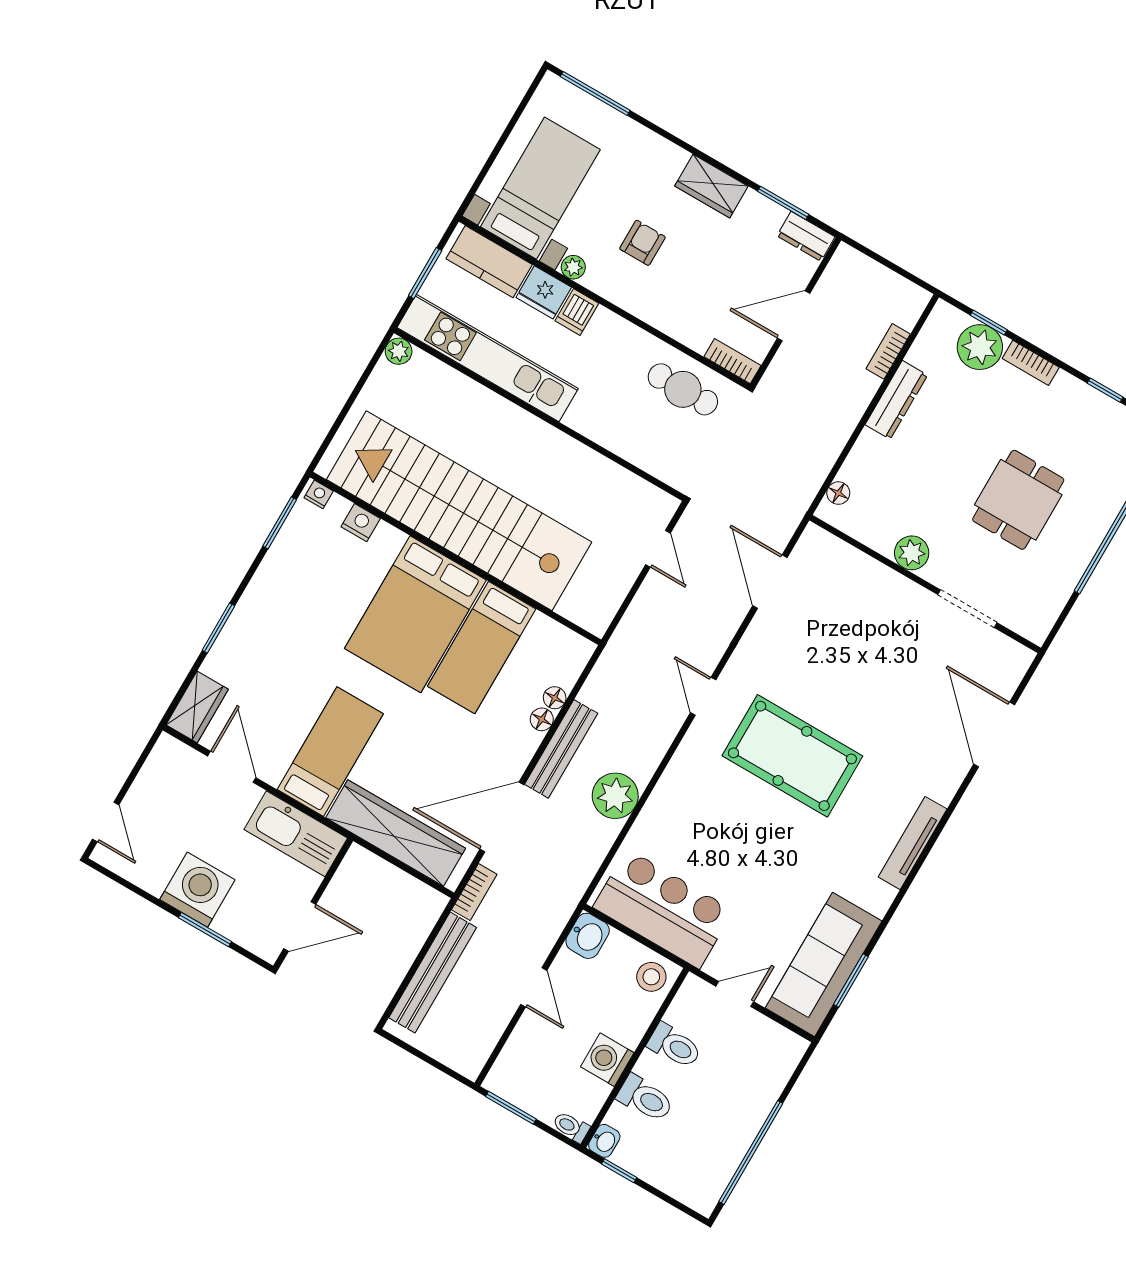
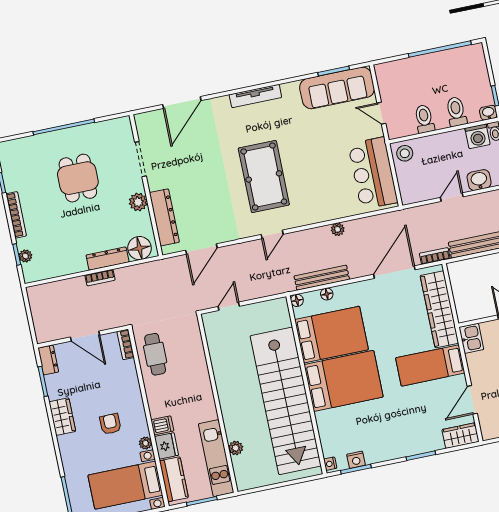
armchair: (642, 243) -> (110, 424), turned 89
plant: (980, 347) -> (25, 256), width x0.53, depth x0.53
plant: (399, 351) -> (236, 448), moved
bookcase: (888, 351) -> (100, 278), moved
kitchen unit: (488, 358) -> (216, 458), width x0.73
bookcase: (1031, 363) -> (16, 215), width x1.56
dresser: (896, 400) -> (108, 259), moved
floor lamp: (838, 493) -> (140, 248), width x1.89, depth x1.89
dining table: (1018, 500) -> (78, 178), turned 90
nightstand: (361, 523) -> (356, 460), moved, turned -90
dresser: (859, 570) -> (164, 217), added
bed: (482, 648) -> (331, 335), width x1.50
floor lamp: (542, 719) -> (297, 300), moved
bench: (561, 749) -> (322, 278), moved
plant: (615, 796) -> (338, 229), width x0.53, depth x0.53
door: (502, 817) -> (394, 272), swing flipped
kitchen sink: (296, 834) -> (471, 338), width x0.53, depth x0.81
washbasin: (588, 936) -> (479, 180), moved
washing machine: (607, 1060) -> (478, 136), moved

